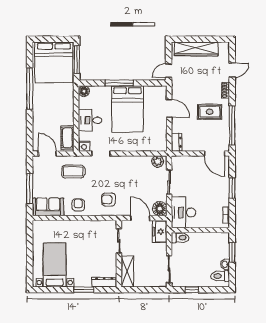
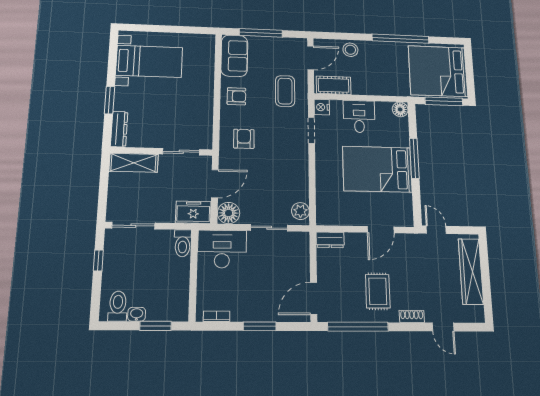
stool: (40, 125) -> (350, 50), added

